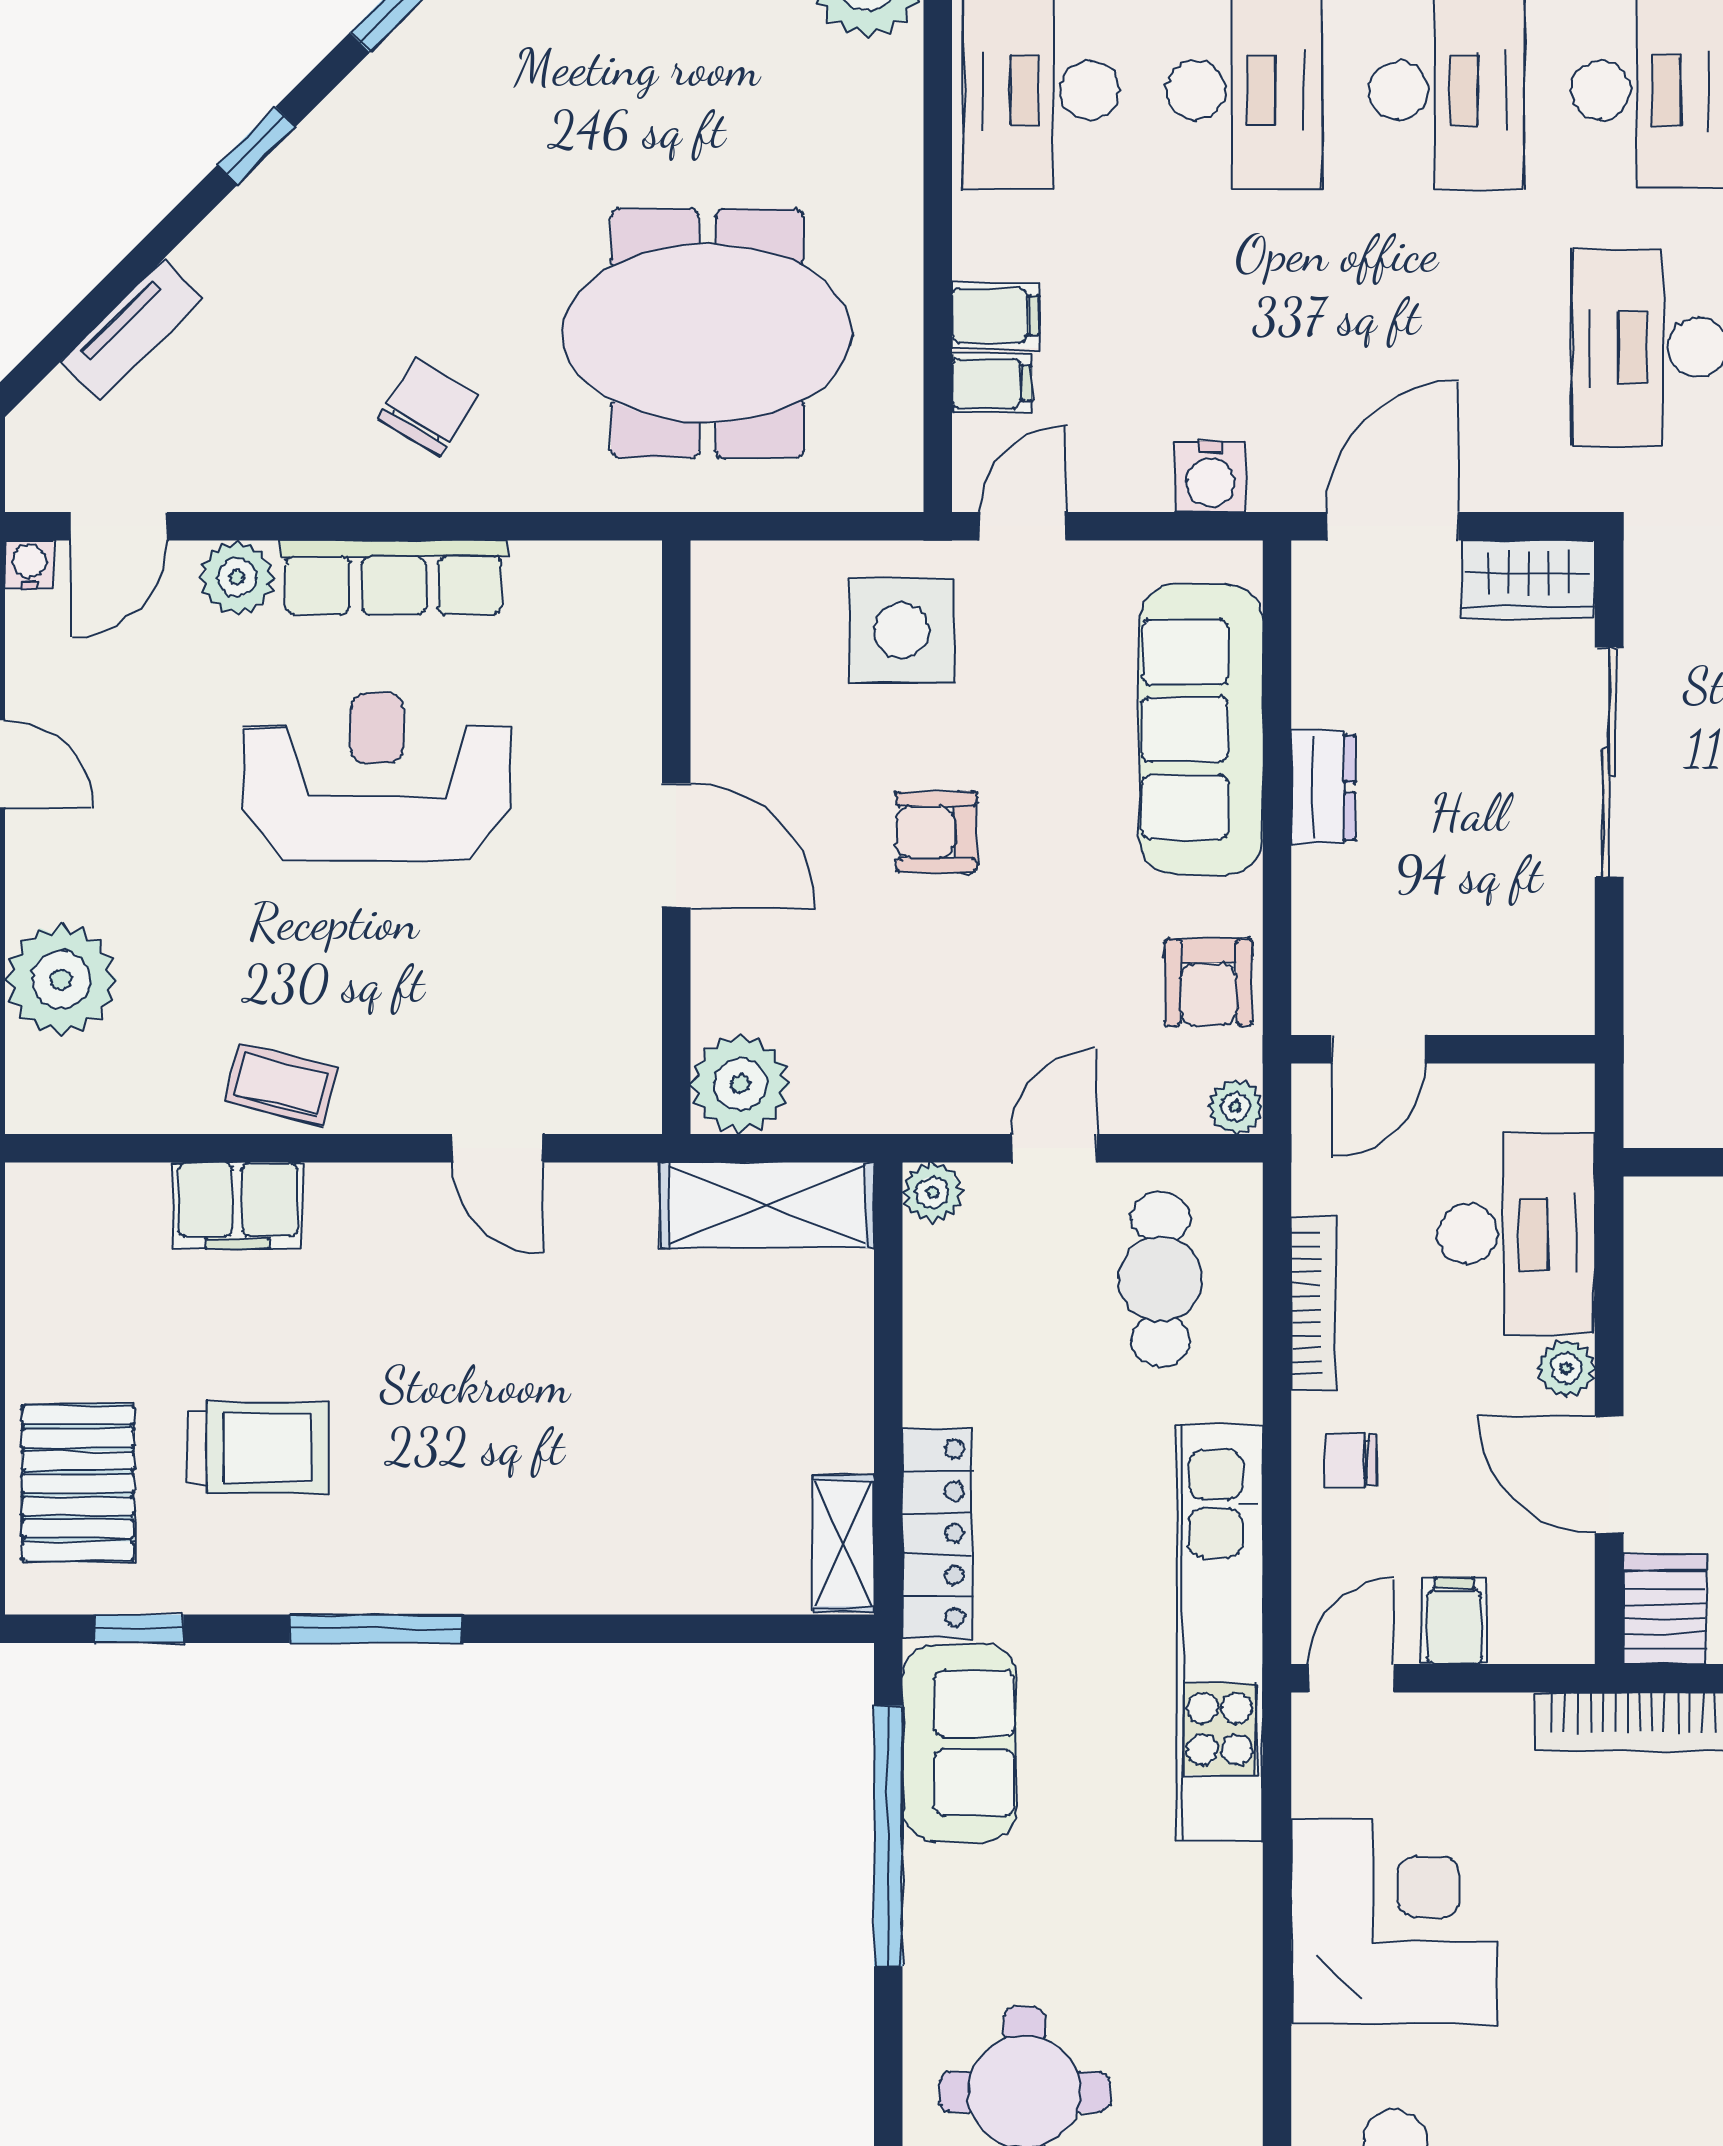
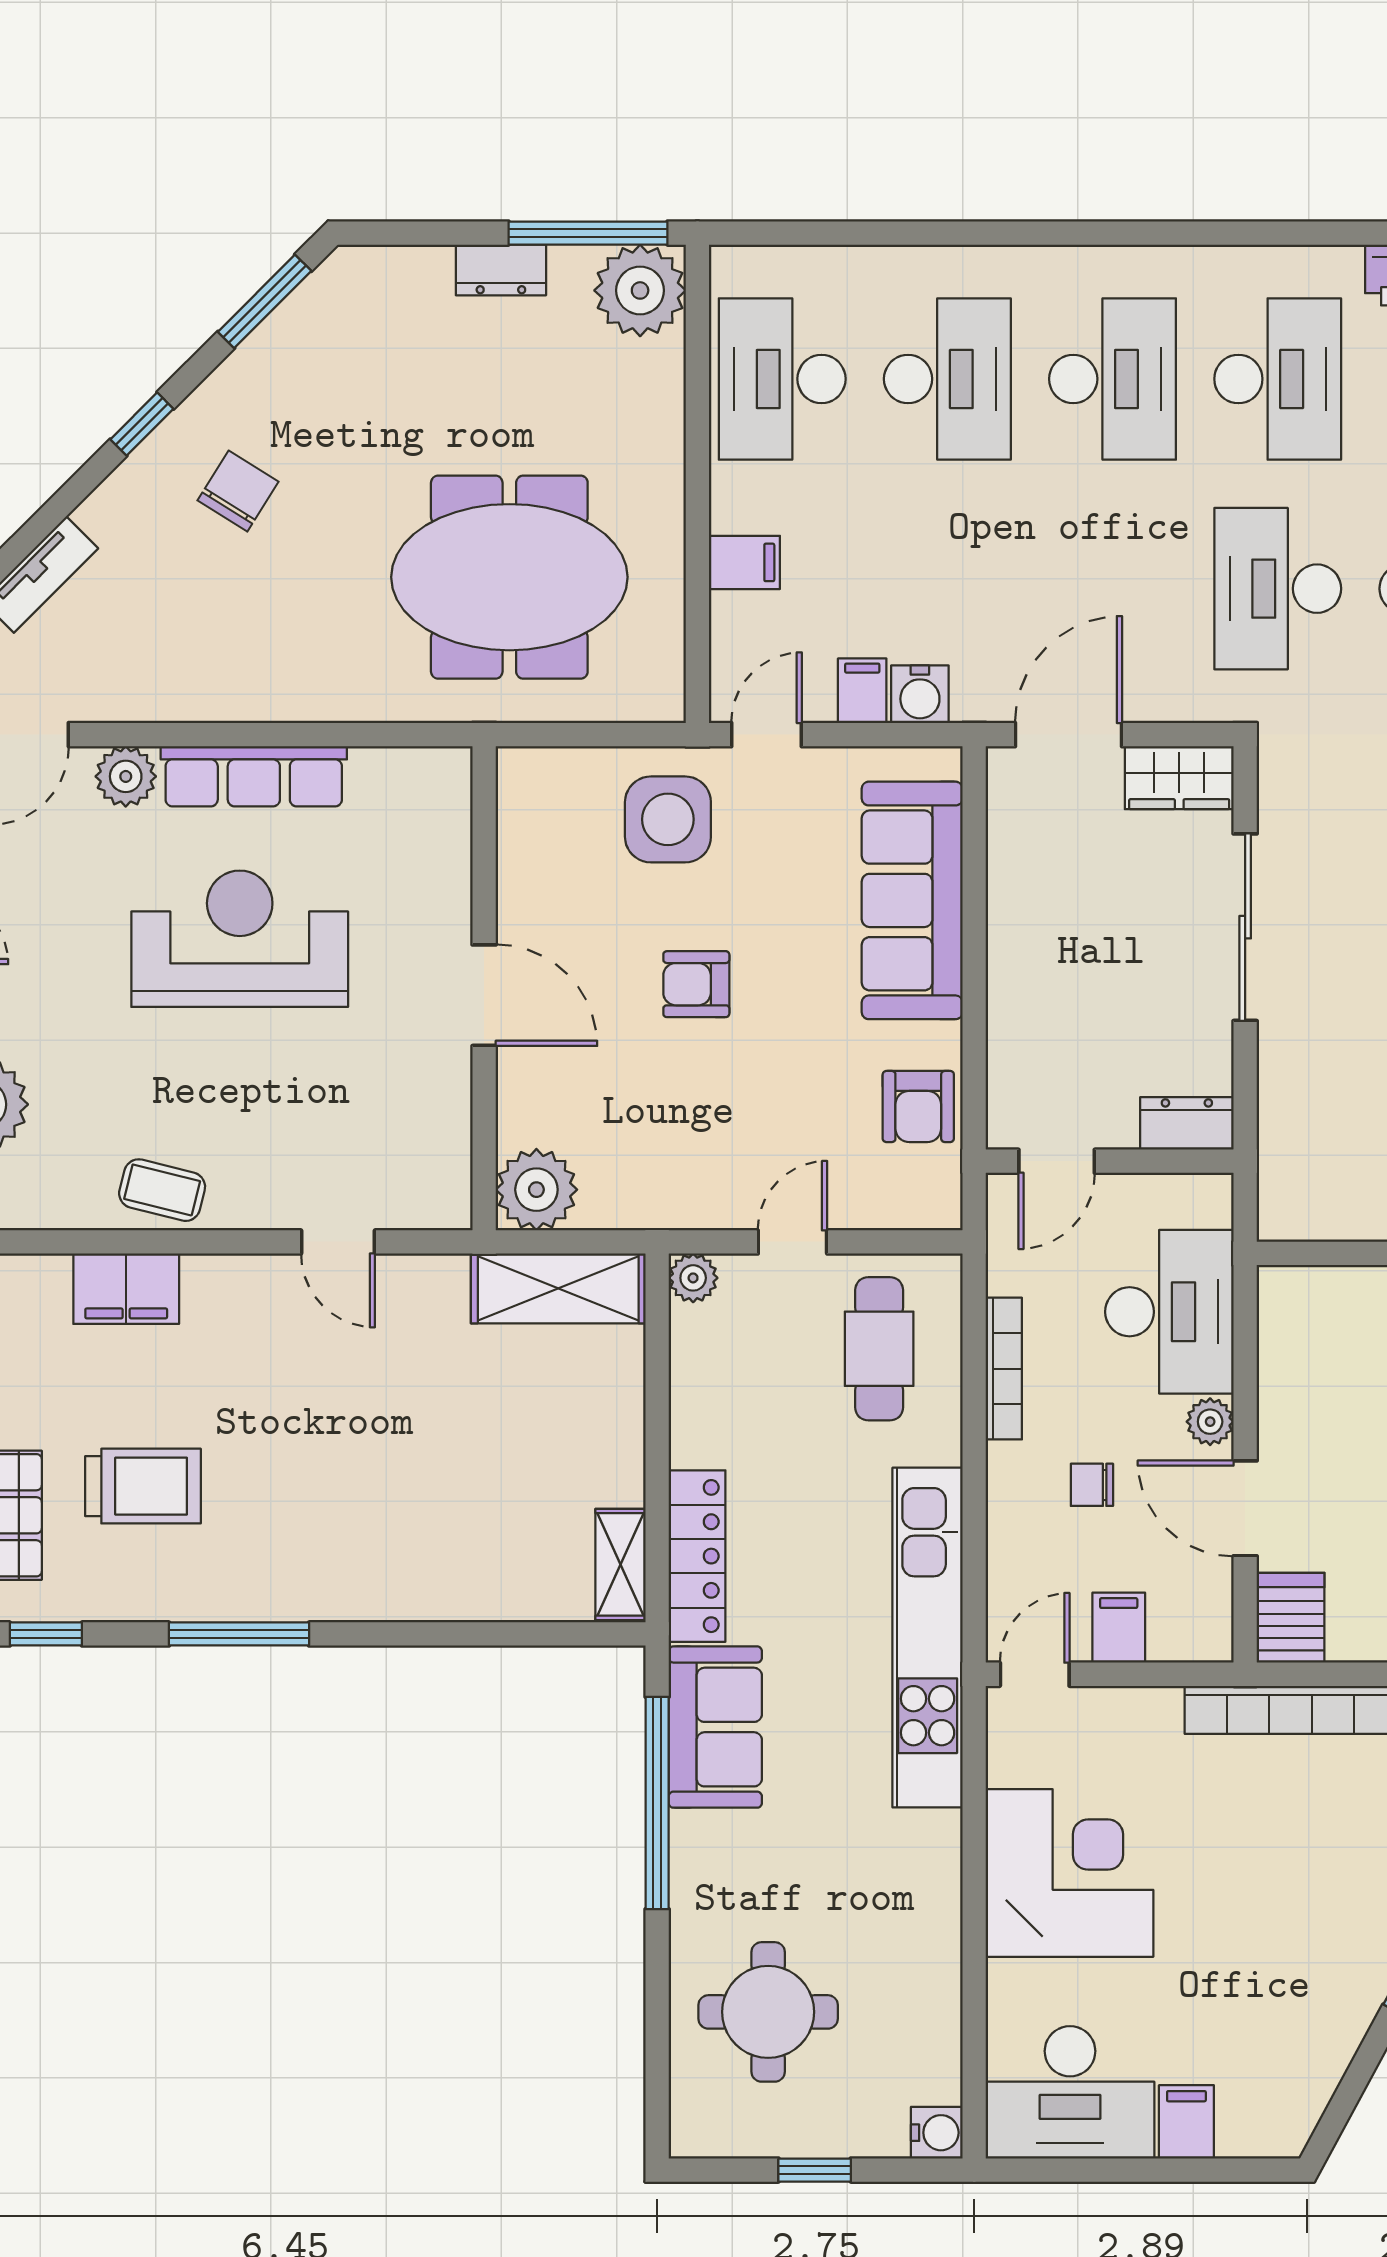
filing cabinet: (992, 383) -> (862, 691), moved, turned -90
chair: (428, 407) -> (238, 491), moved
dresser: (1323, 787) -> (1187, 1123), moved, turned -90
plant: (1236, 1107) -> (940, 1208), removed
chair: (1351, 1460) -> (1092, 1485), moved

